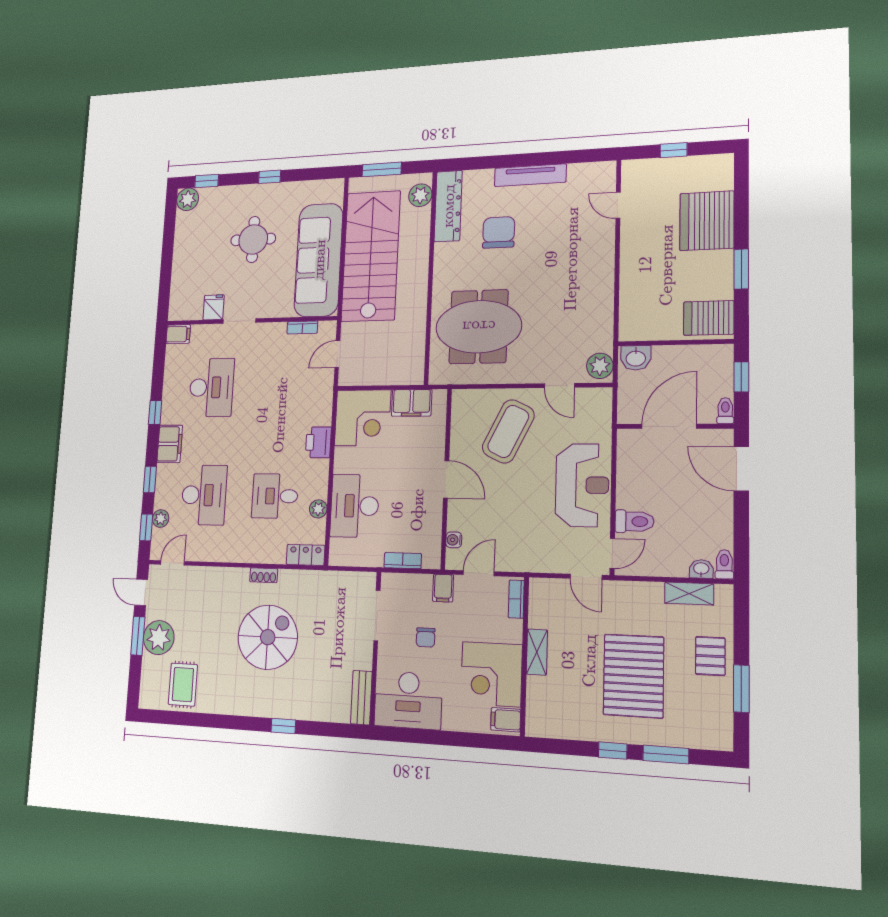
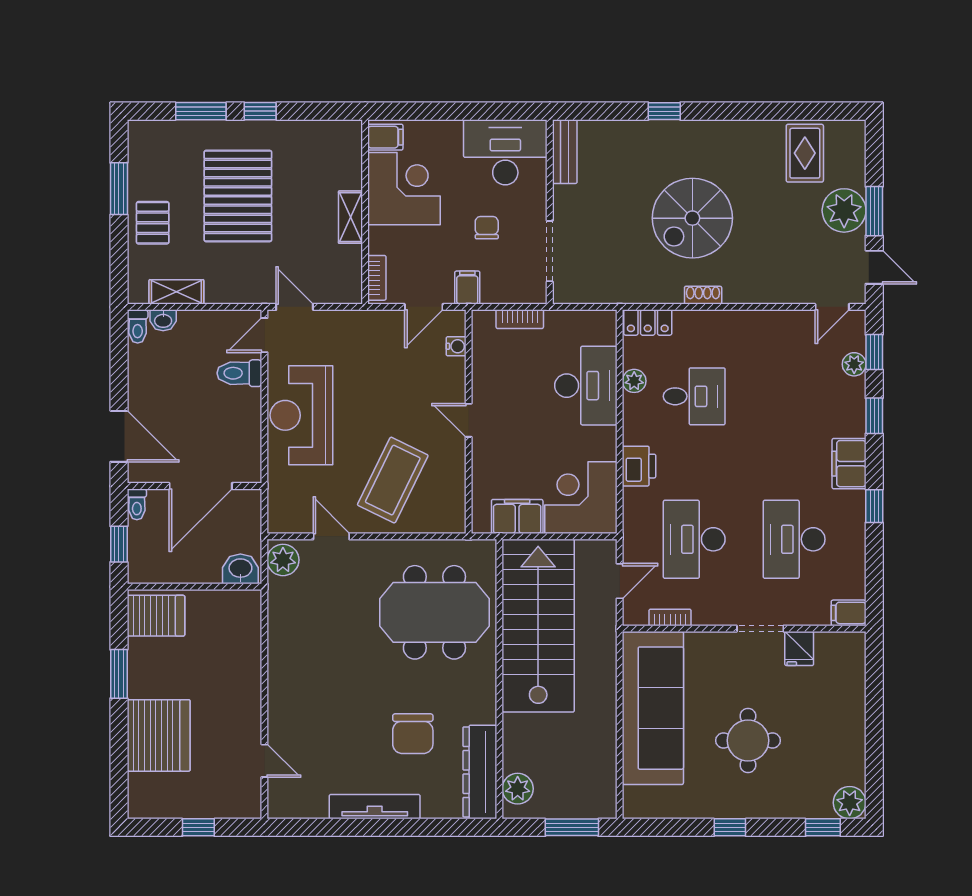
stairs: (371, 256) -> (538, 626), moved, turned 180
door: (446, 479) -> (469, 420), width x0.73
desk: (204, 495) -> (694, 539), moved

